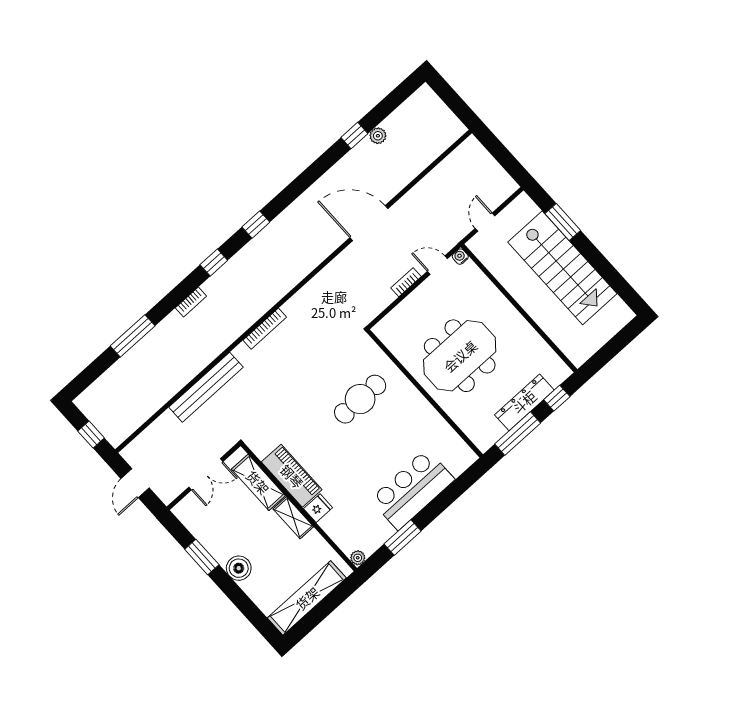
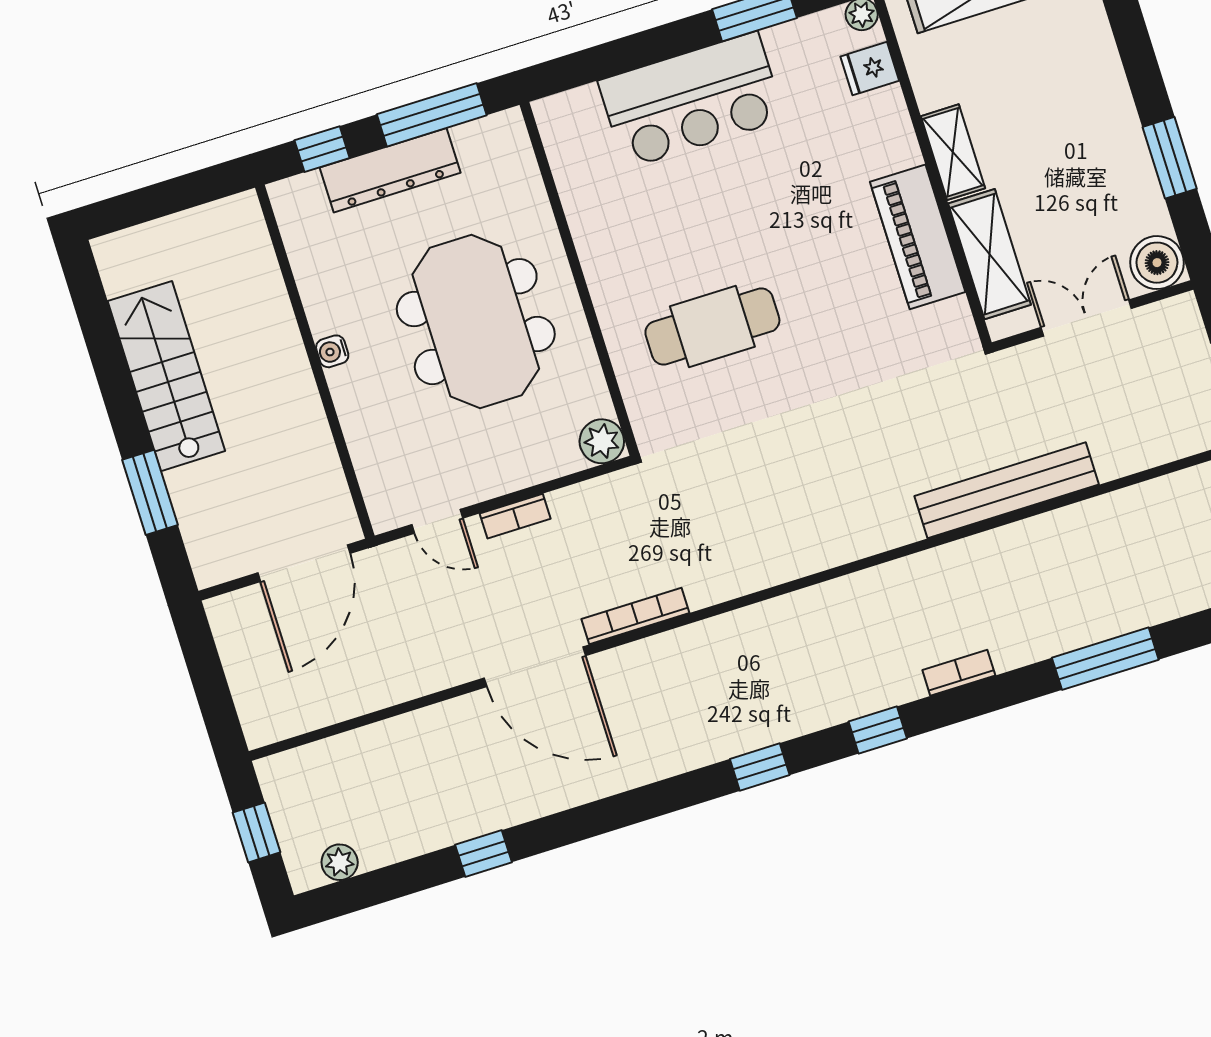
window: (453, 101) -> (257, 832), added
plant: (378, 136) -> (340, 862), moved
door: (485, 222) -> (304, 563), width x1.88
water cooler: (460, 257) -> (332, 351), moved, turned 90
stairs: (562, 268) -> (166, 376), width x0.73, depth x0.66
bookcase: (265, 329) -> (635, 616), moved
plant: (384, 330) -> (602, 441), added
meeting table: (460, 356) -> (476, 322), turned 90
fridge: (318, 508) -> (870, 69), moved
boiler: (239, 568) -> (1157, 263), moved

